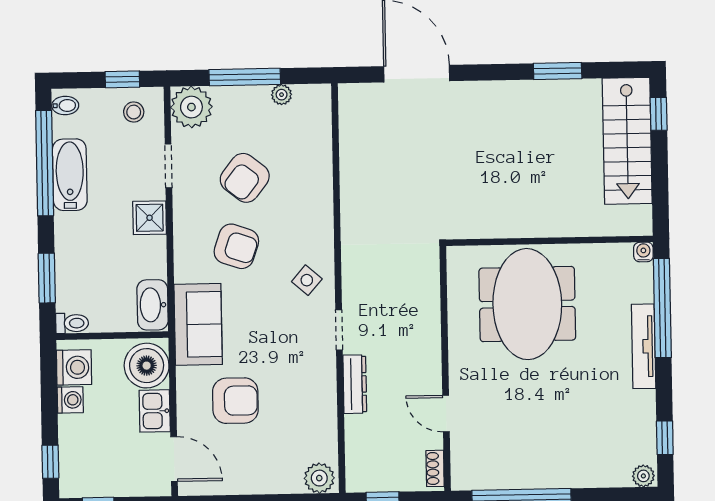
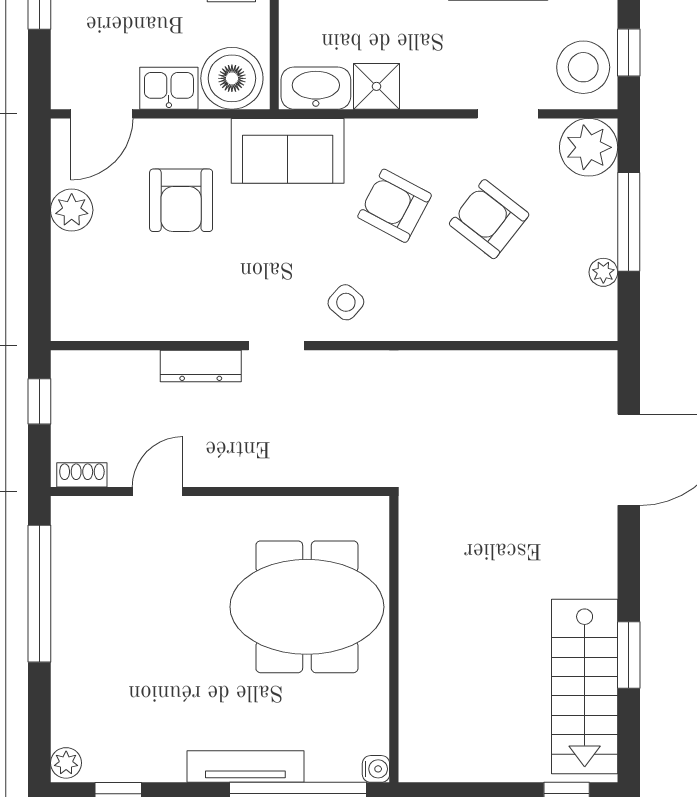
stool: (134, 112) -> (583, 67), width x1.89, depth x1.89
stairs: (627, 141) -> (585, 686), moved, turned -90
shower: (150, 218) -> (377, 86), moved
armchair: (236, 246) -> (395, 206), turned 99
plant: (319, 478) -> (72, 210), moved

